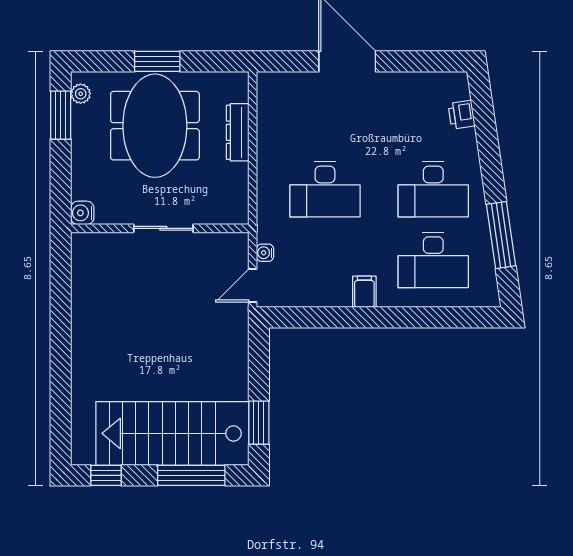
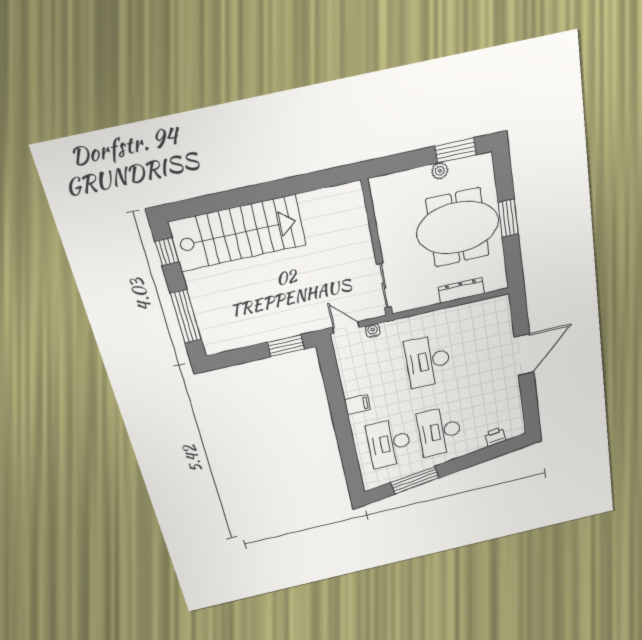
plant: (81, 94) -> (440, 171), moved
water cooler: (82, 213) -> (378, 186), removed
sliding door: (163, 228) -> (384, 286), moved
window: (259, 423) -> (286, 346), moved
stairs: (172, 433) -> (238, 233), moved, turned 90

